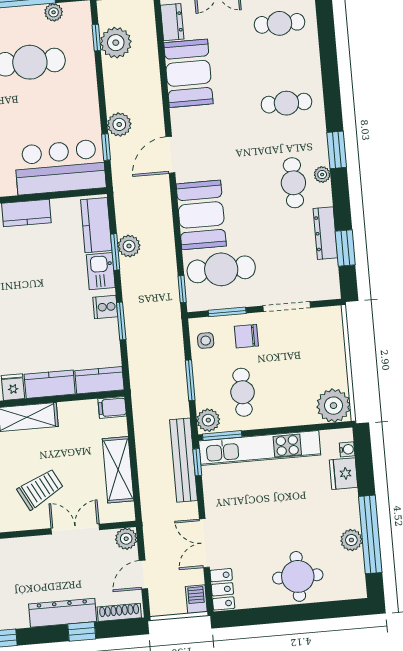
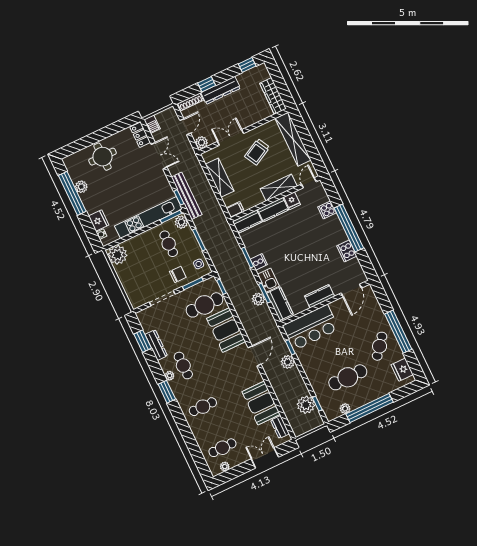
double door: (75, 529) -> (231, 138), swing flipped

